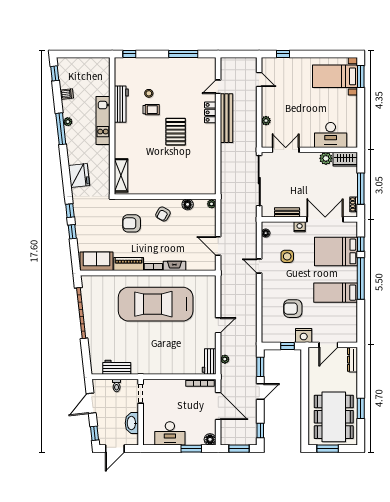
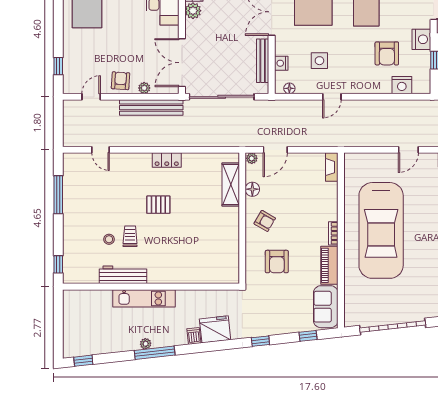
dishwasher: (67, 94) -> (194, 336), moved
armchair: (272, 102) -> (121, 81), added
locker: (210, 112) -> (167, 160), moved
bench: (227, 118) -> (151, 108), moved
pallet: (176, 132) -> (158, 205), width x0.67, depth x0.71
double door: (286, 150) -> (182, 63), width x1.37
shelving: (121, 175) -> (231, 185), moved, turned 90
bench: (287, 212) -> (263, 61), width x1.36
nightstand: (300, 227) -> (281, 63), moved
window: (72, 232) -> (308, 336), moved
door: (218, 246) -> (275, 150), moved
fireplace: (174, 266) -> (332, 167), moved
nightstand: (268, 320) -> (402, 85), added
door: (218, 325) -> (408, 150), swing flipped

